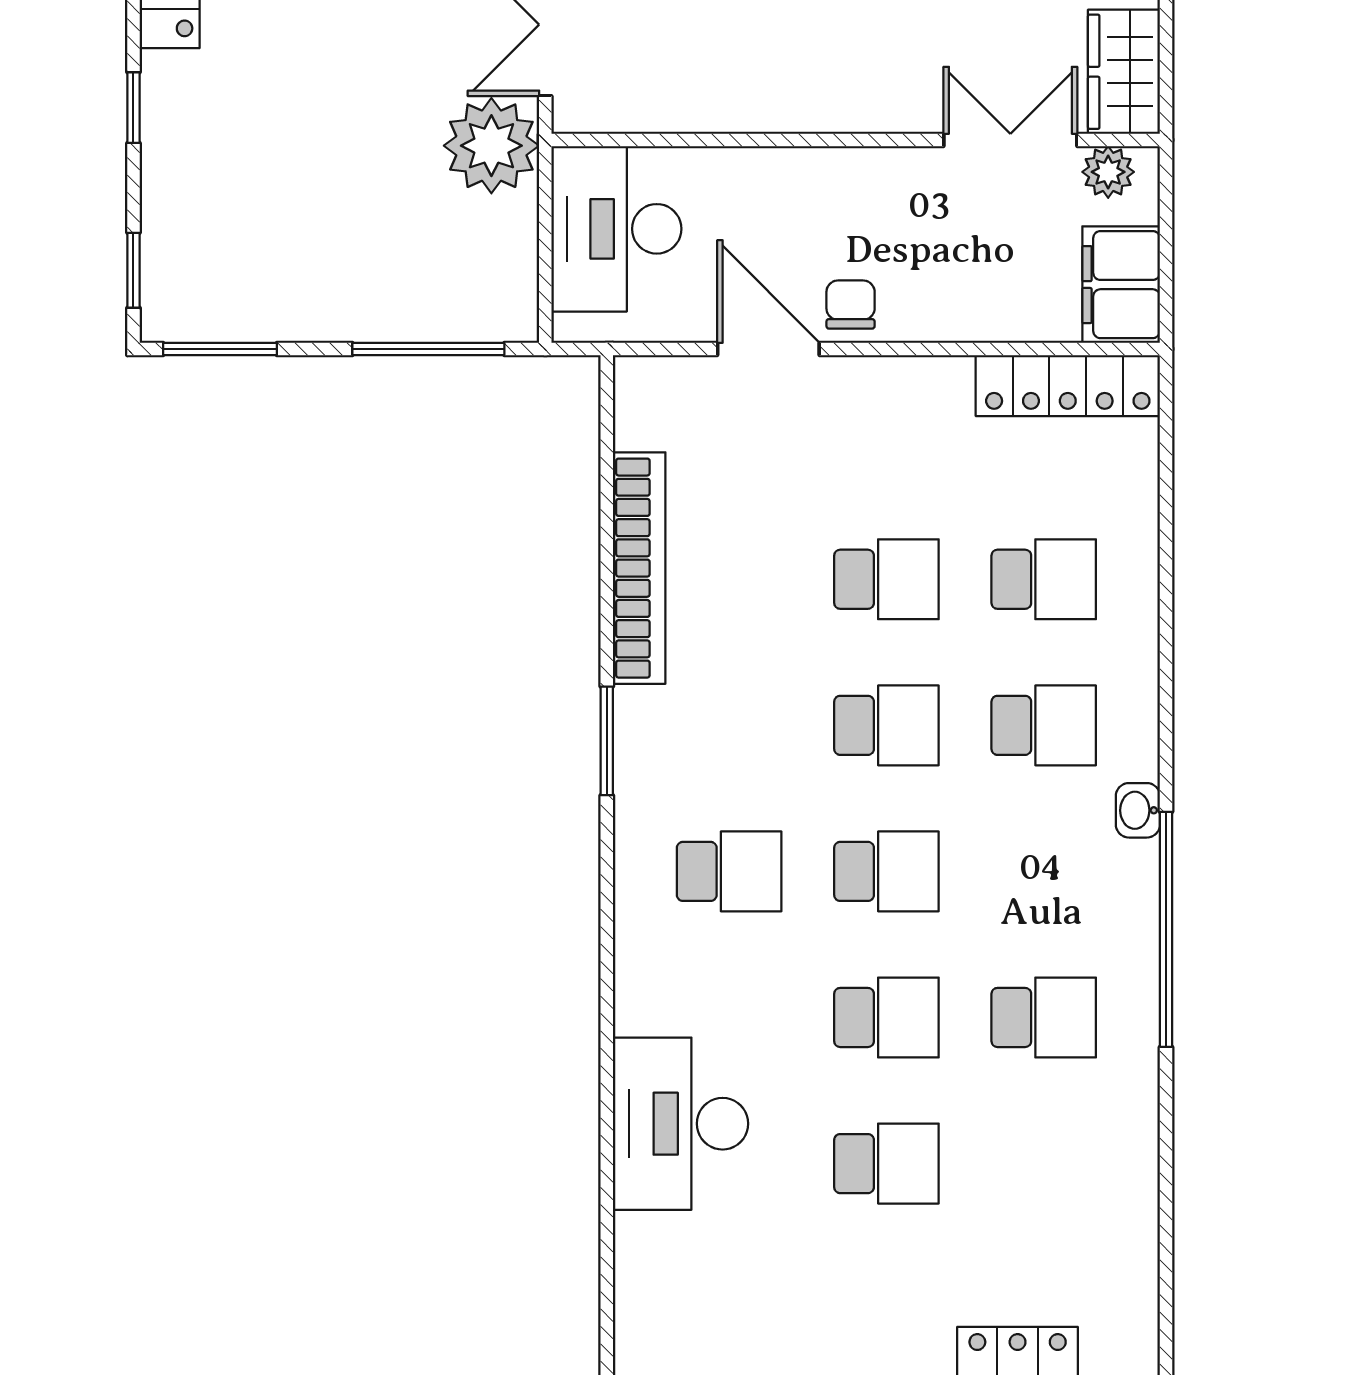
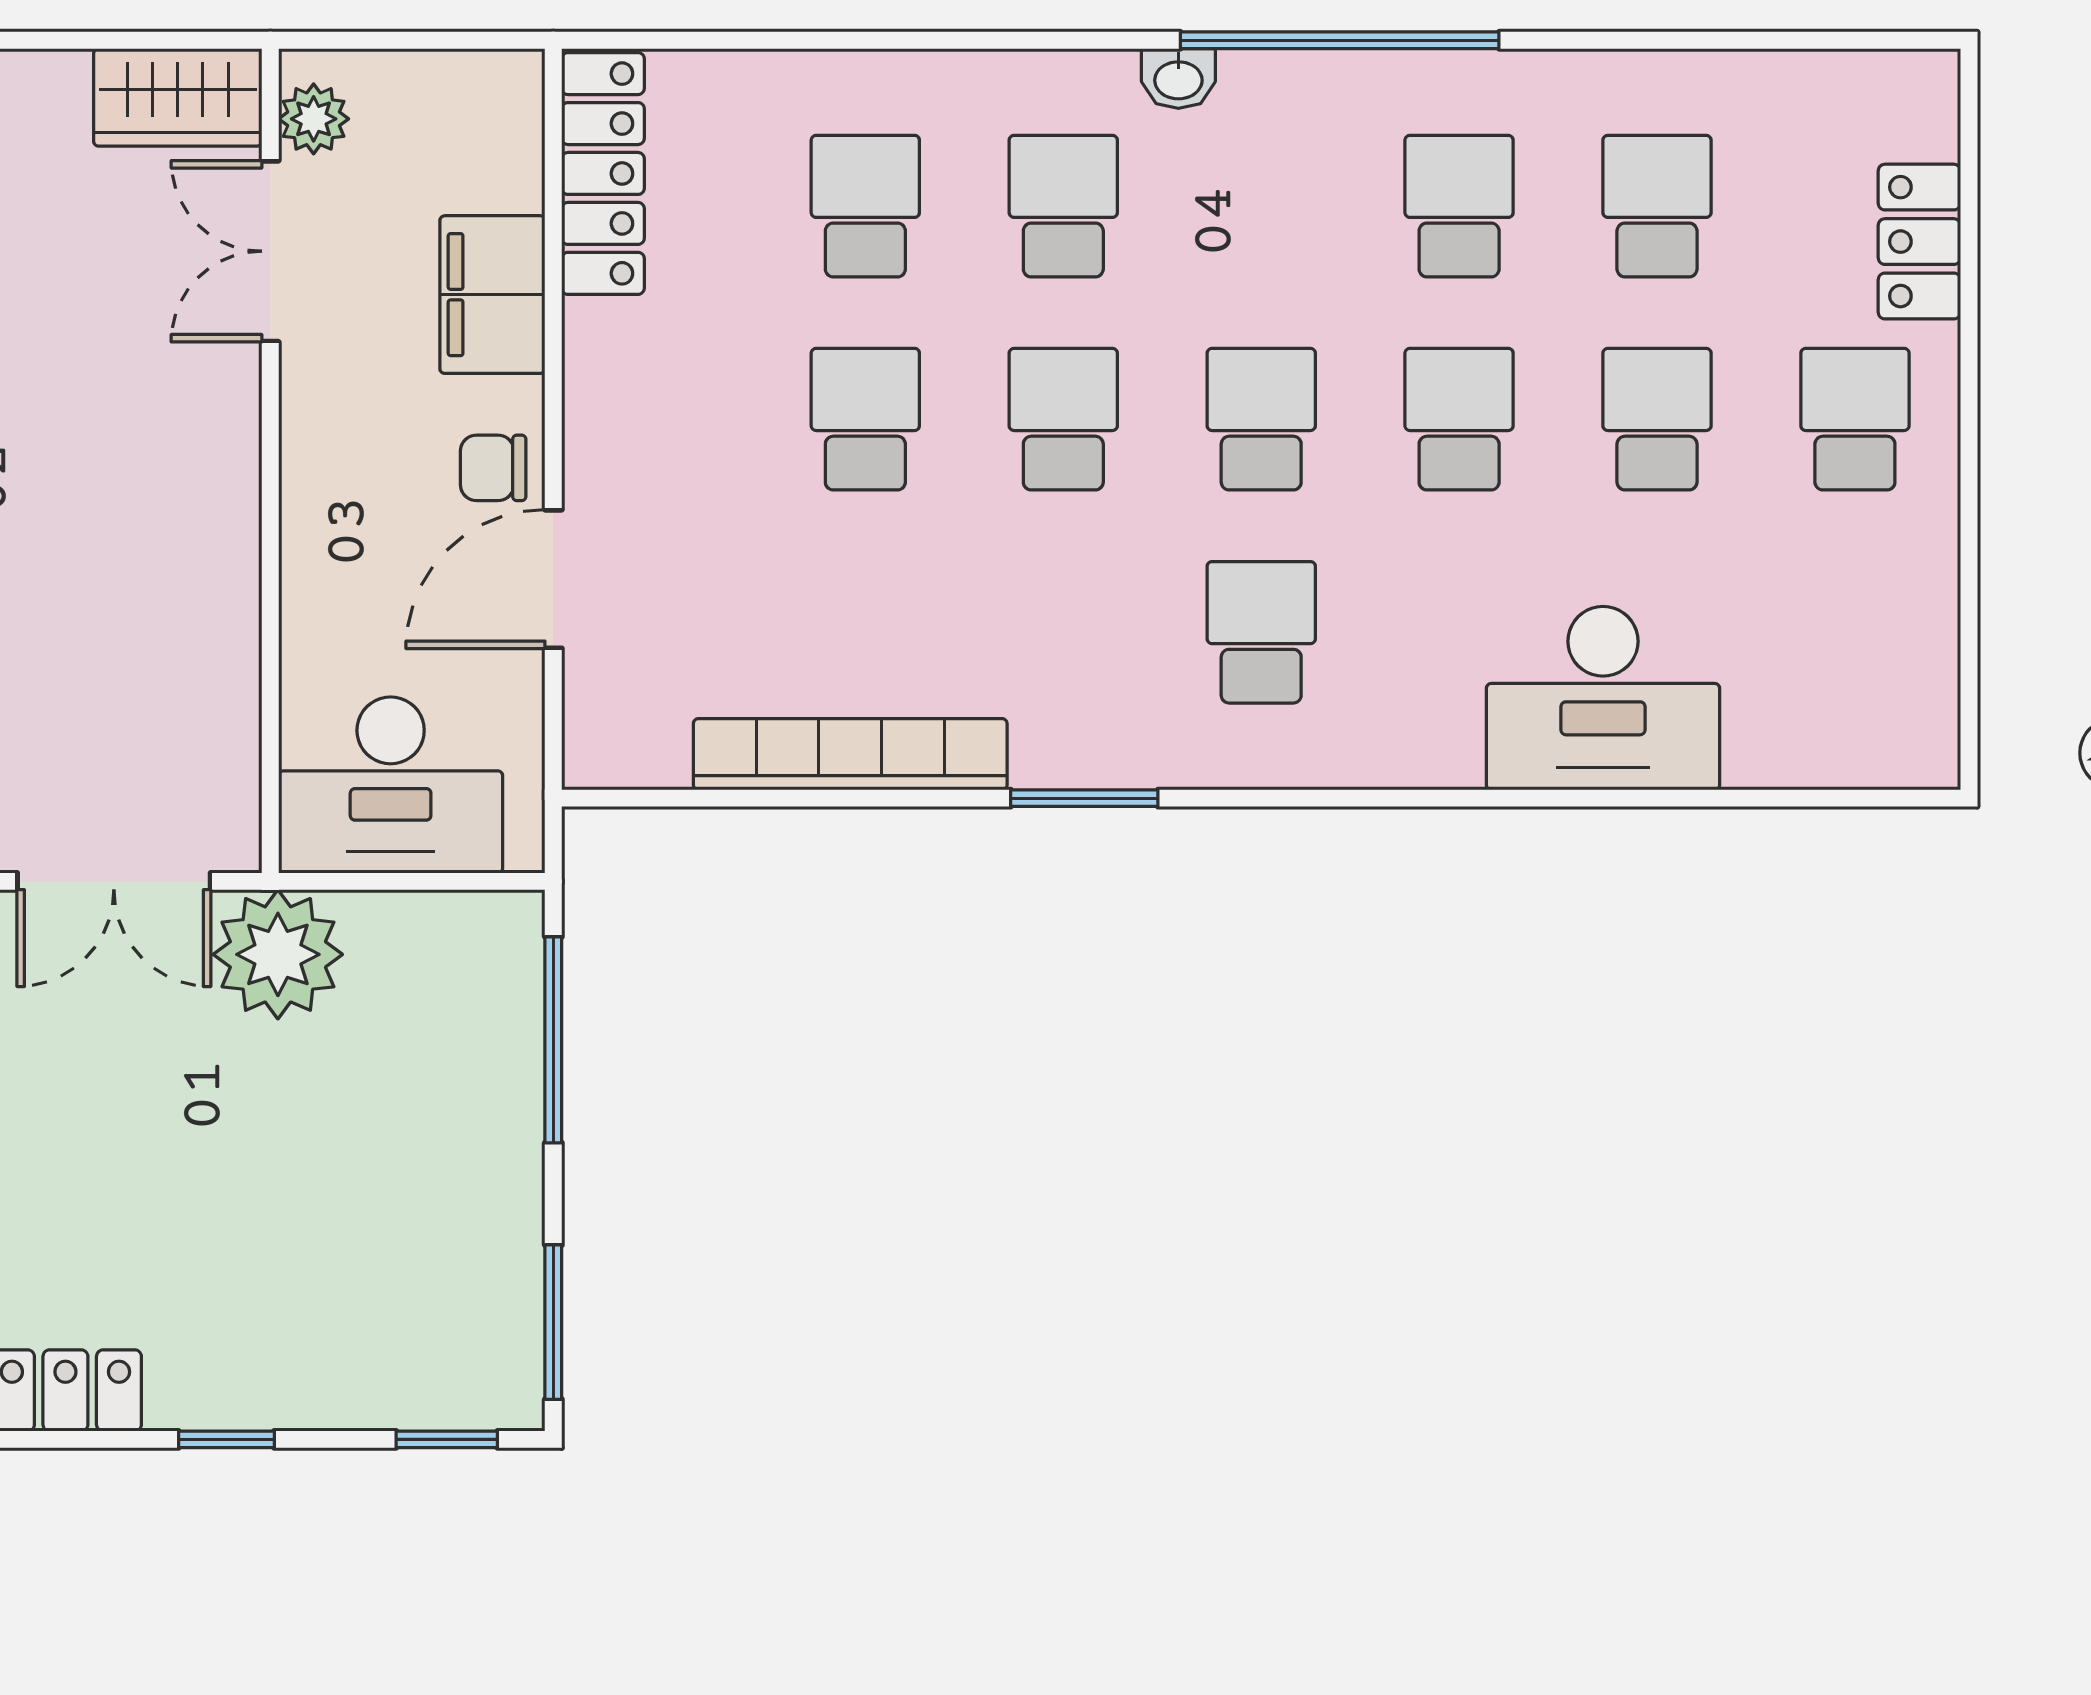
filing cabinet: (1121, 285) -> (492, 295), moved, turned 90
school desk: (1044, 1164) -> (1657, 206), added
school desk: (886, 1310) -> (1855, 419), added

